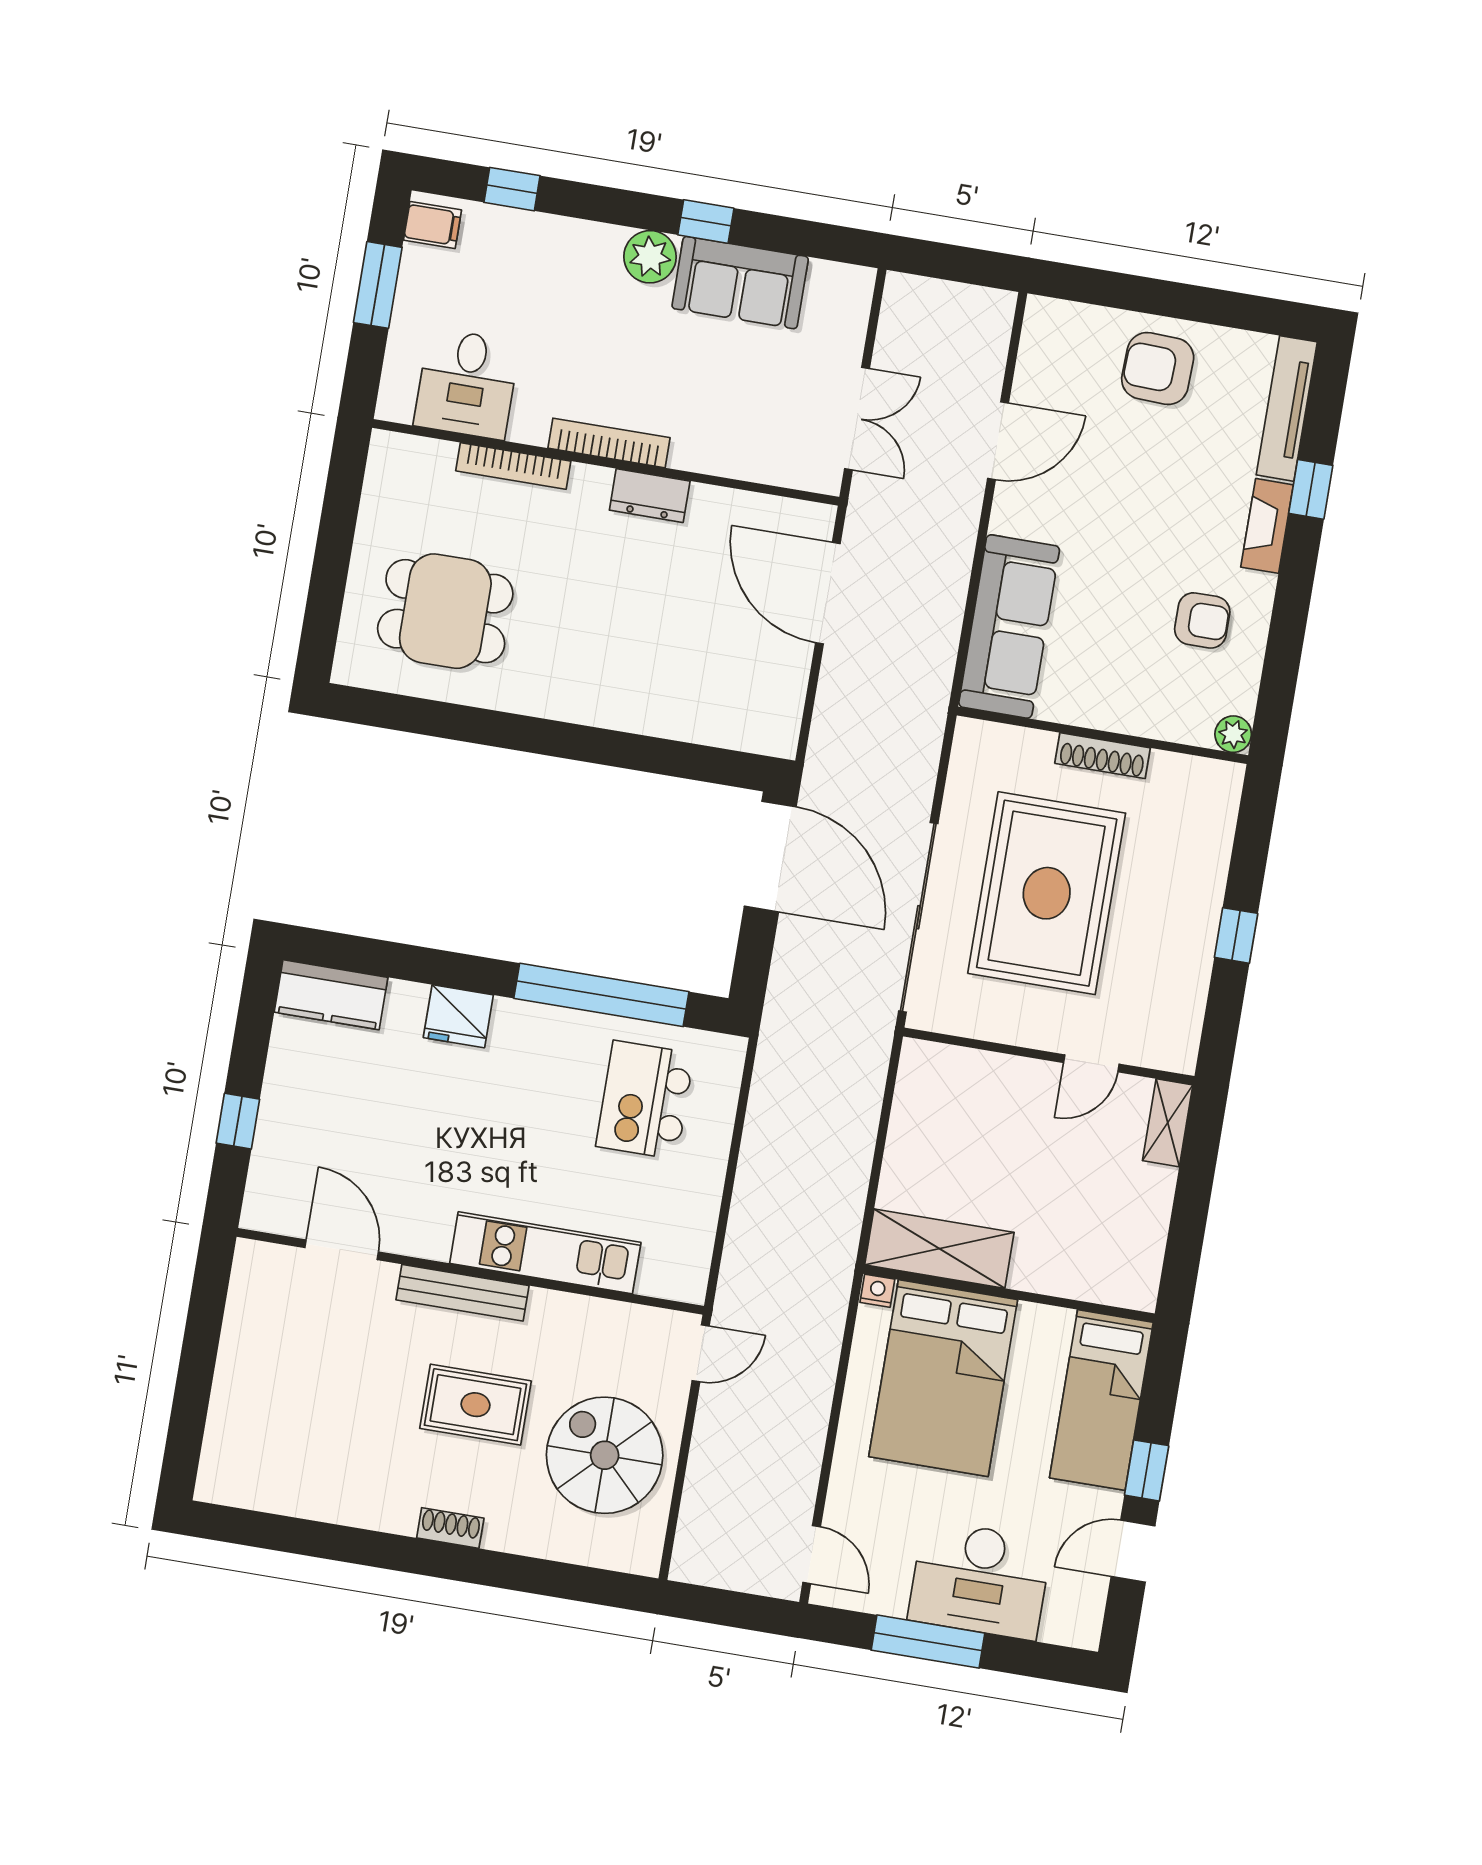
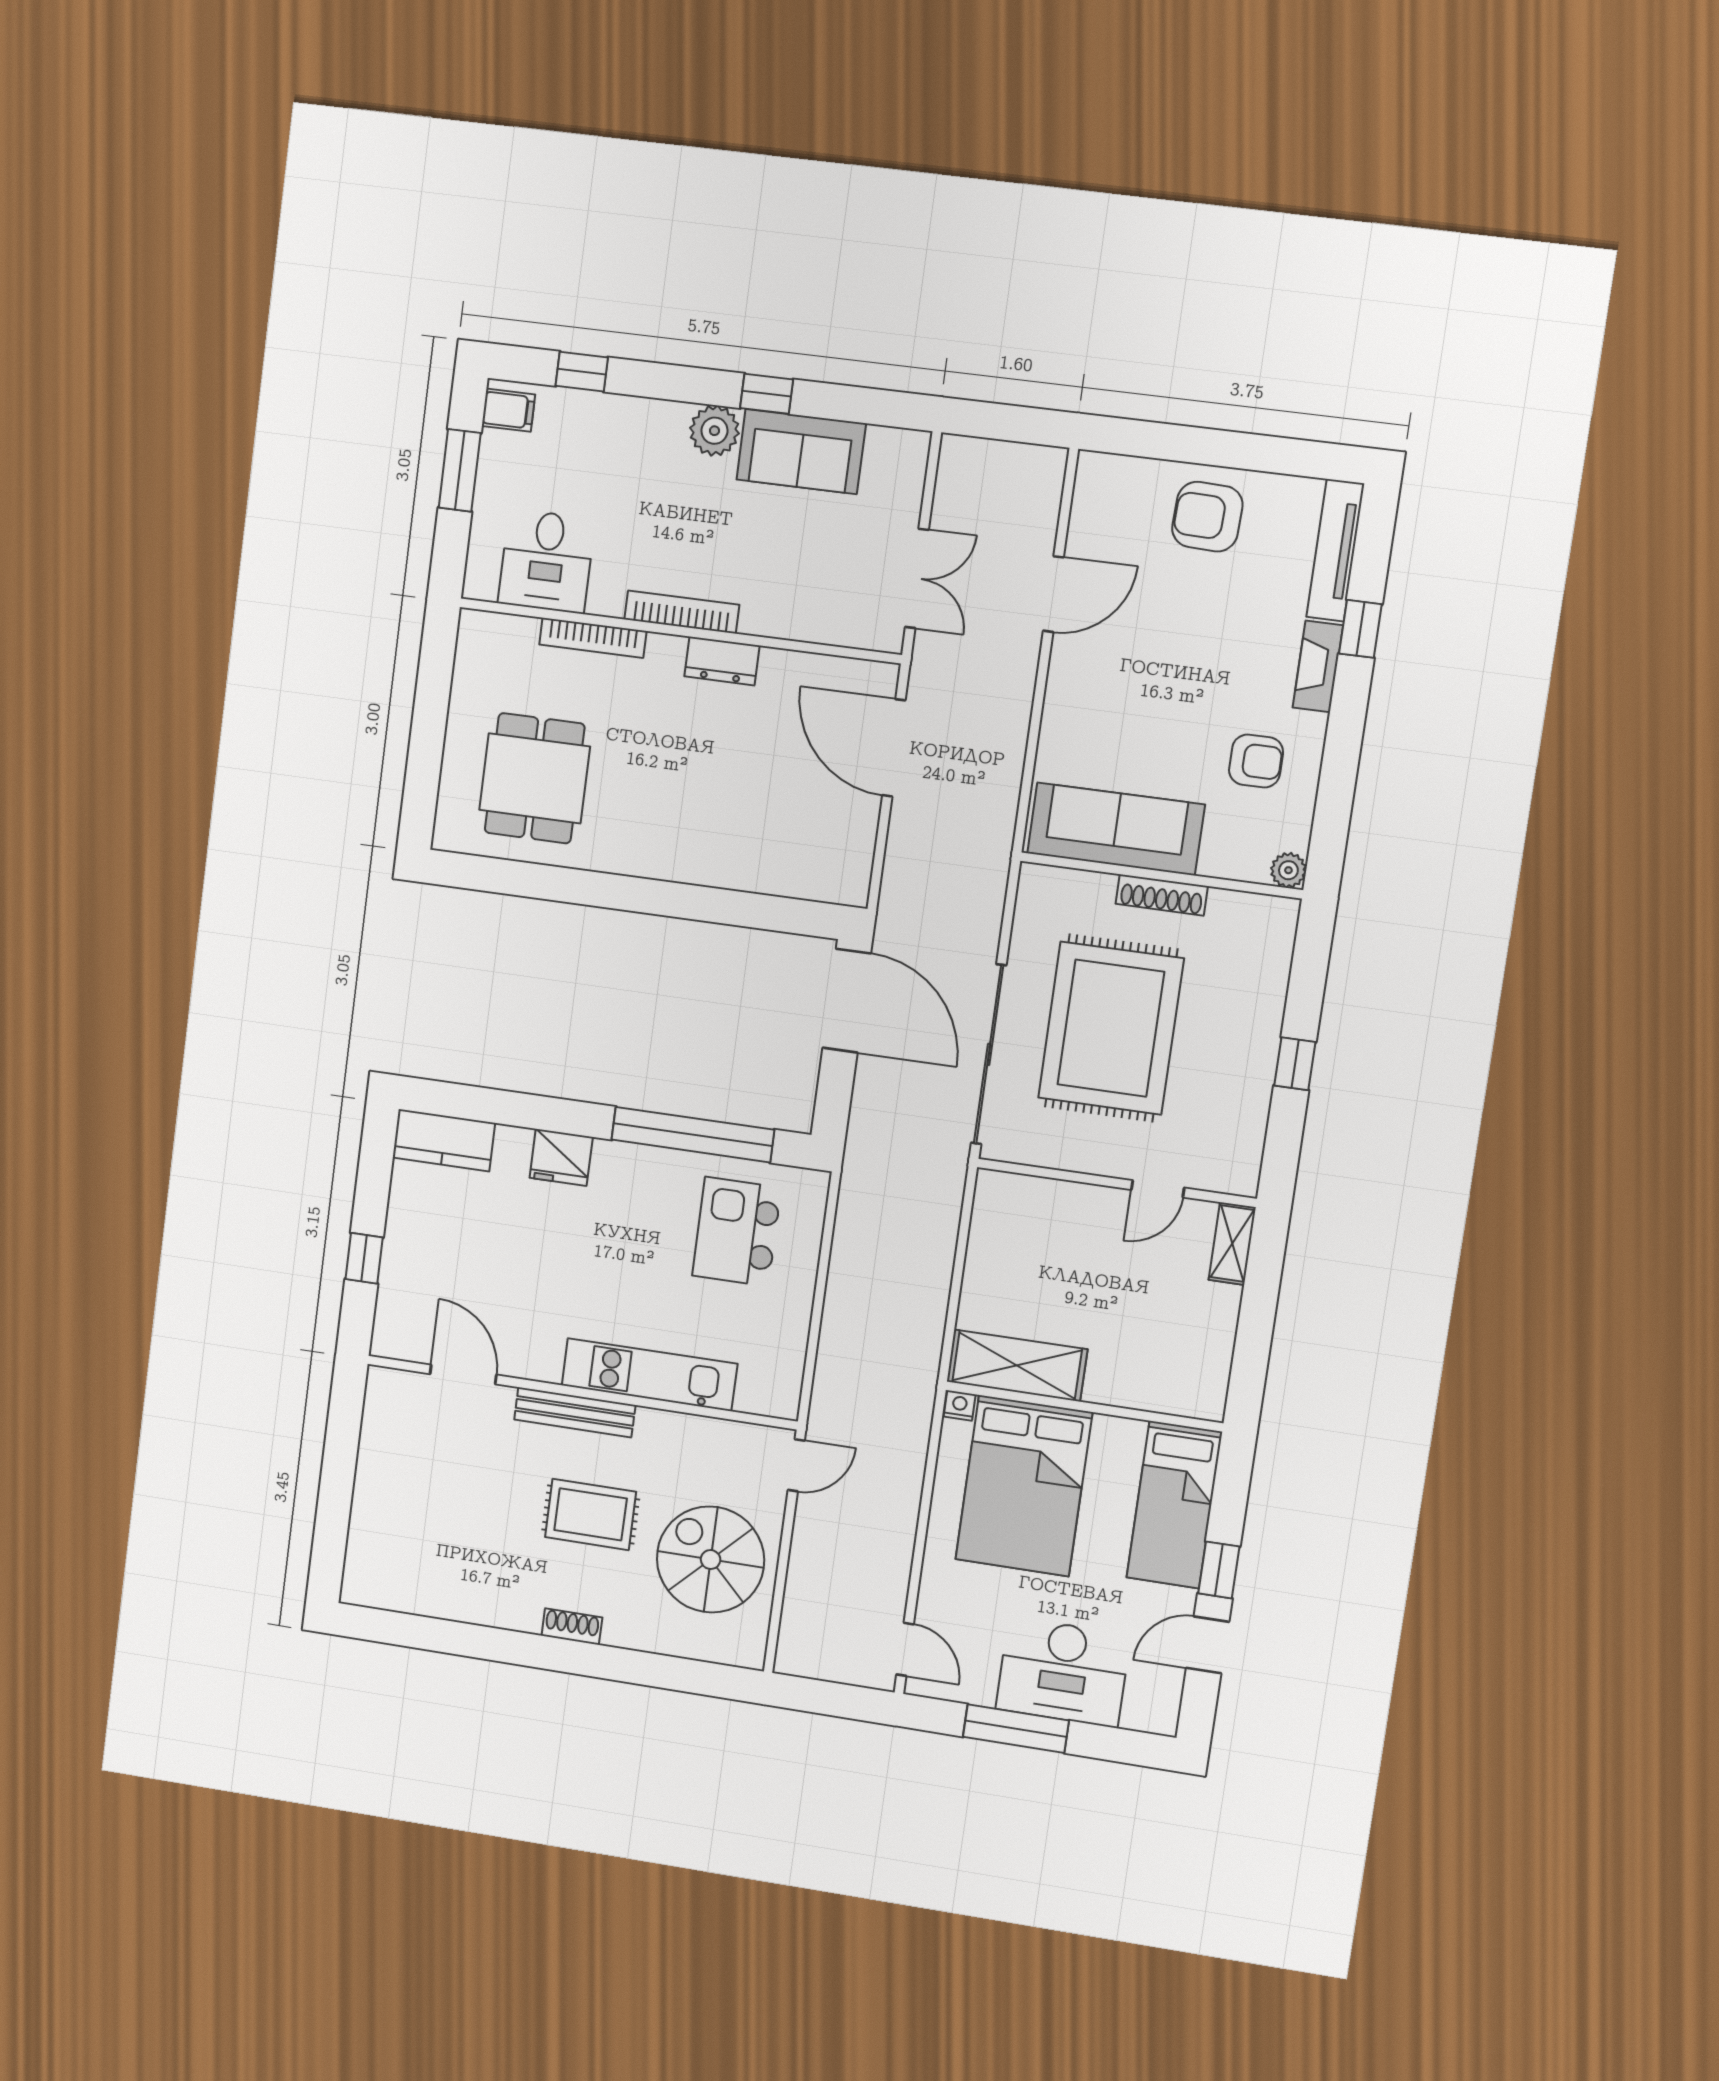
dining table: (445, 611) -> (535, 778), turned 90
sofa: (1009, 626) -> (1116, 829), moved, turned -90

